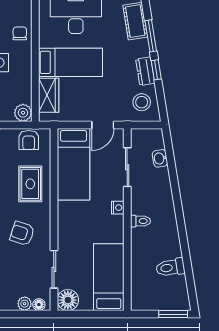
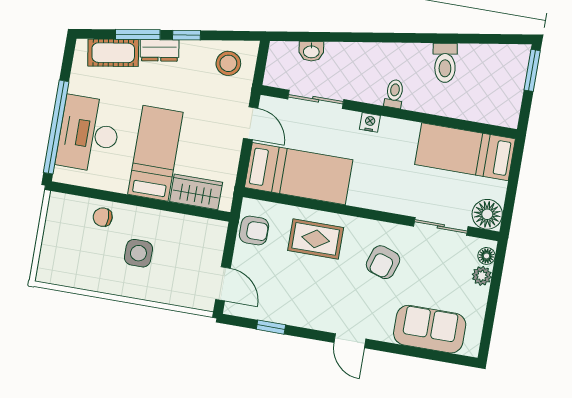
dresser: (145, 71) -> (160, 50), moved
plant: (23, 113) -> (214, 232), removed
toilet: (170, 267) -> (445, 63), moved

